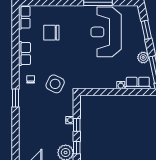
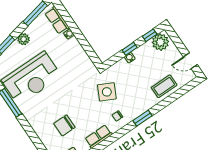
chair: (51, 33) -> (64, 125), turned 90
plant: (143, 57) -> (24, 39), moved
coffee table: (29, 132) -> (164, 86), added

